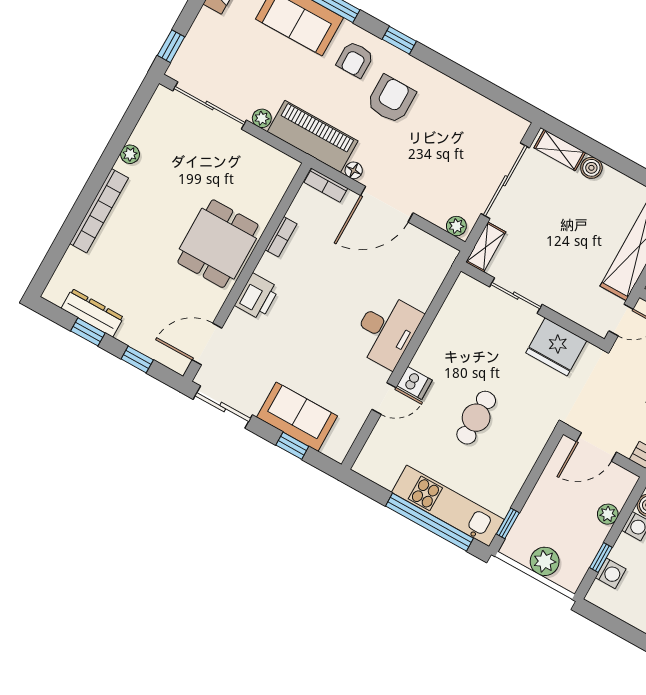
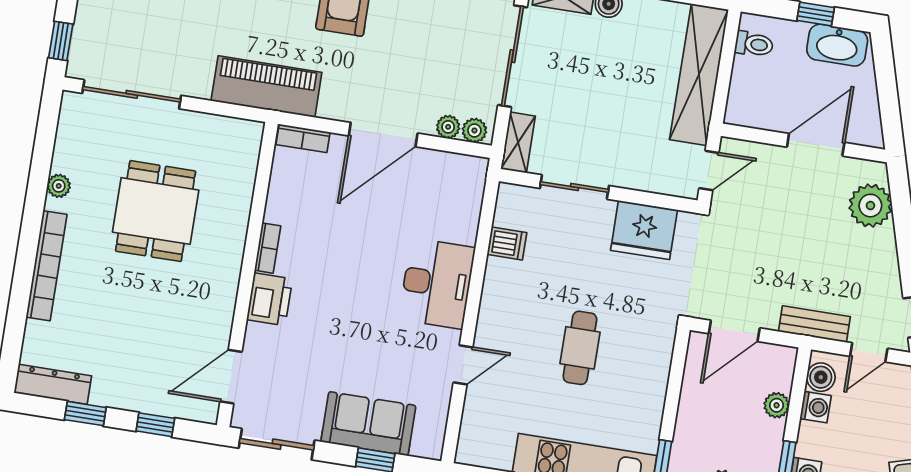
plant: (262, 118) -> (448, 127), moved
floor lamp: (354, 170) -> (329, 109), removed
bookcase: (281, 237) -> (268, 248), moved
dining table: (218, 244) -> (156, 211), moved
dresser: (92, 313) -> (53, 384), moved
dishwasher: (415, 383) -> (507, 243), moved

